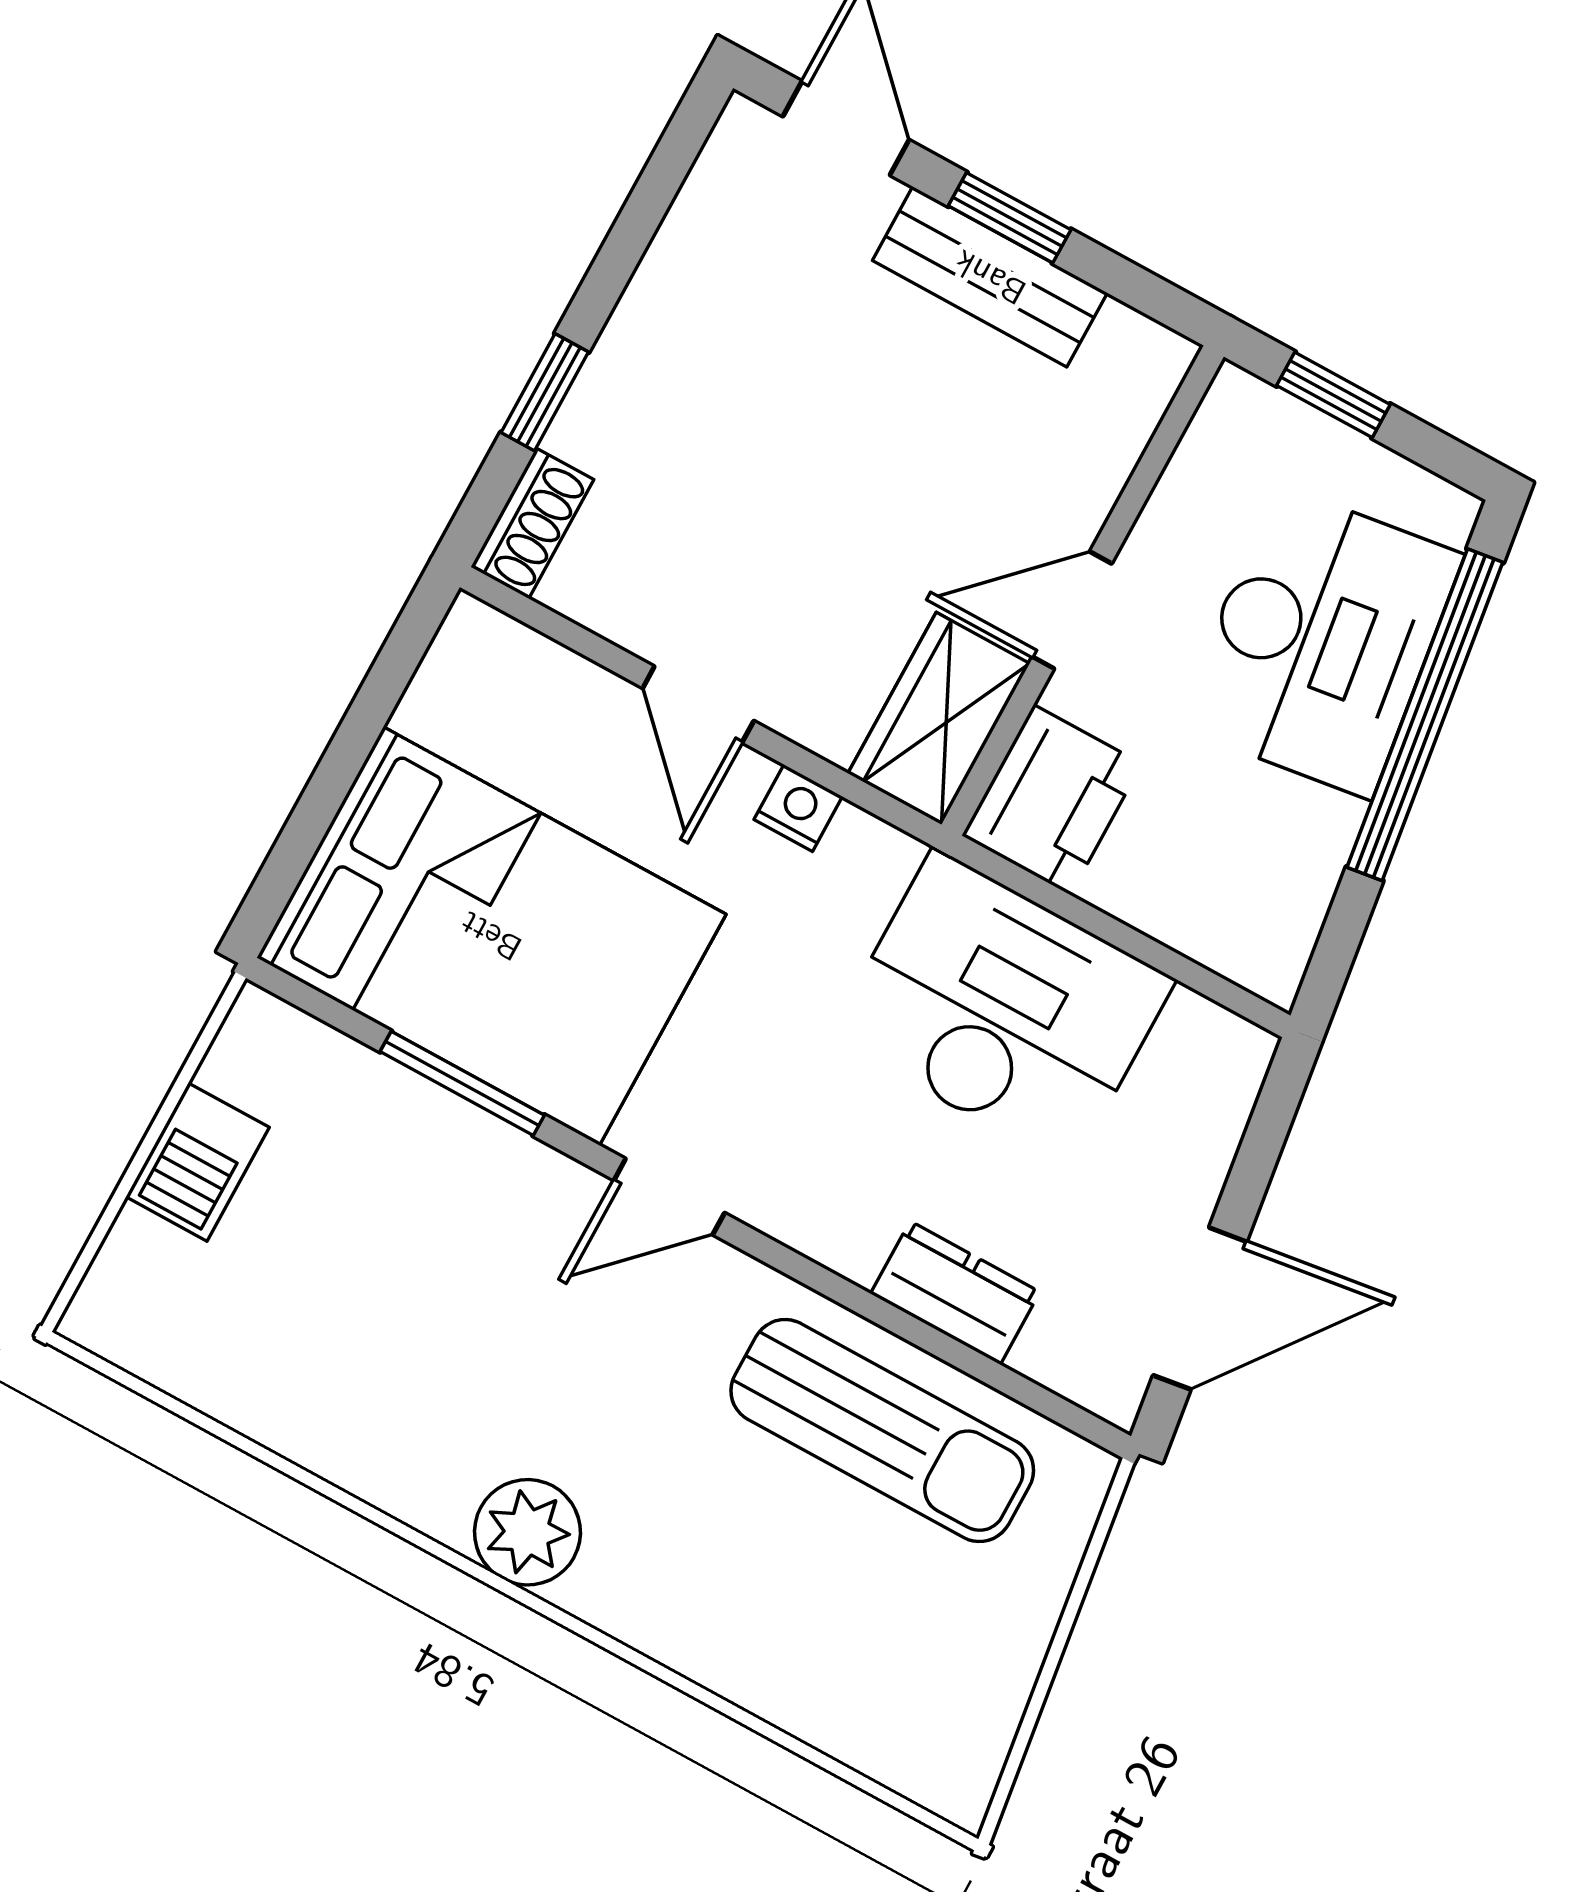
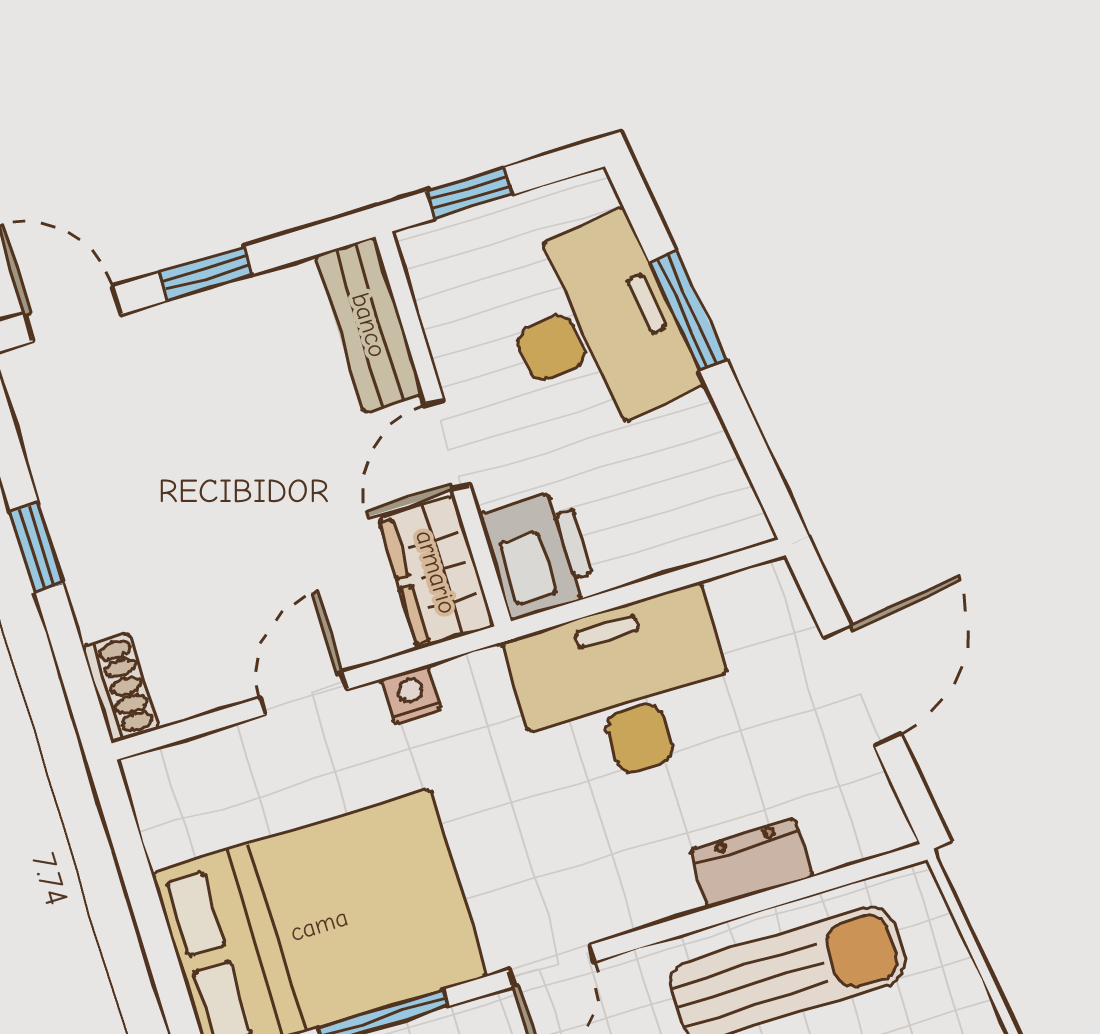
bench: (990, 277) -> (369, 325), moved, turned 90
window: (545, 392) -> (37, 547), moved
door: (698, 704) -> (304, 694), swing flipped
window: (1425, 715) -> (688, 311), width x0.47
door: (1200, 1308) -> (862, 686), moved

